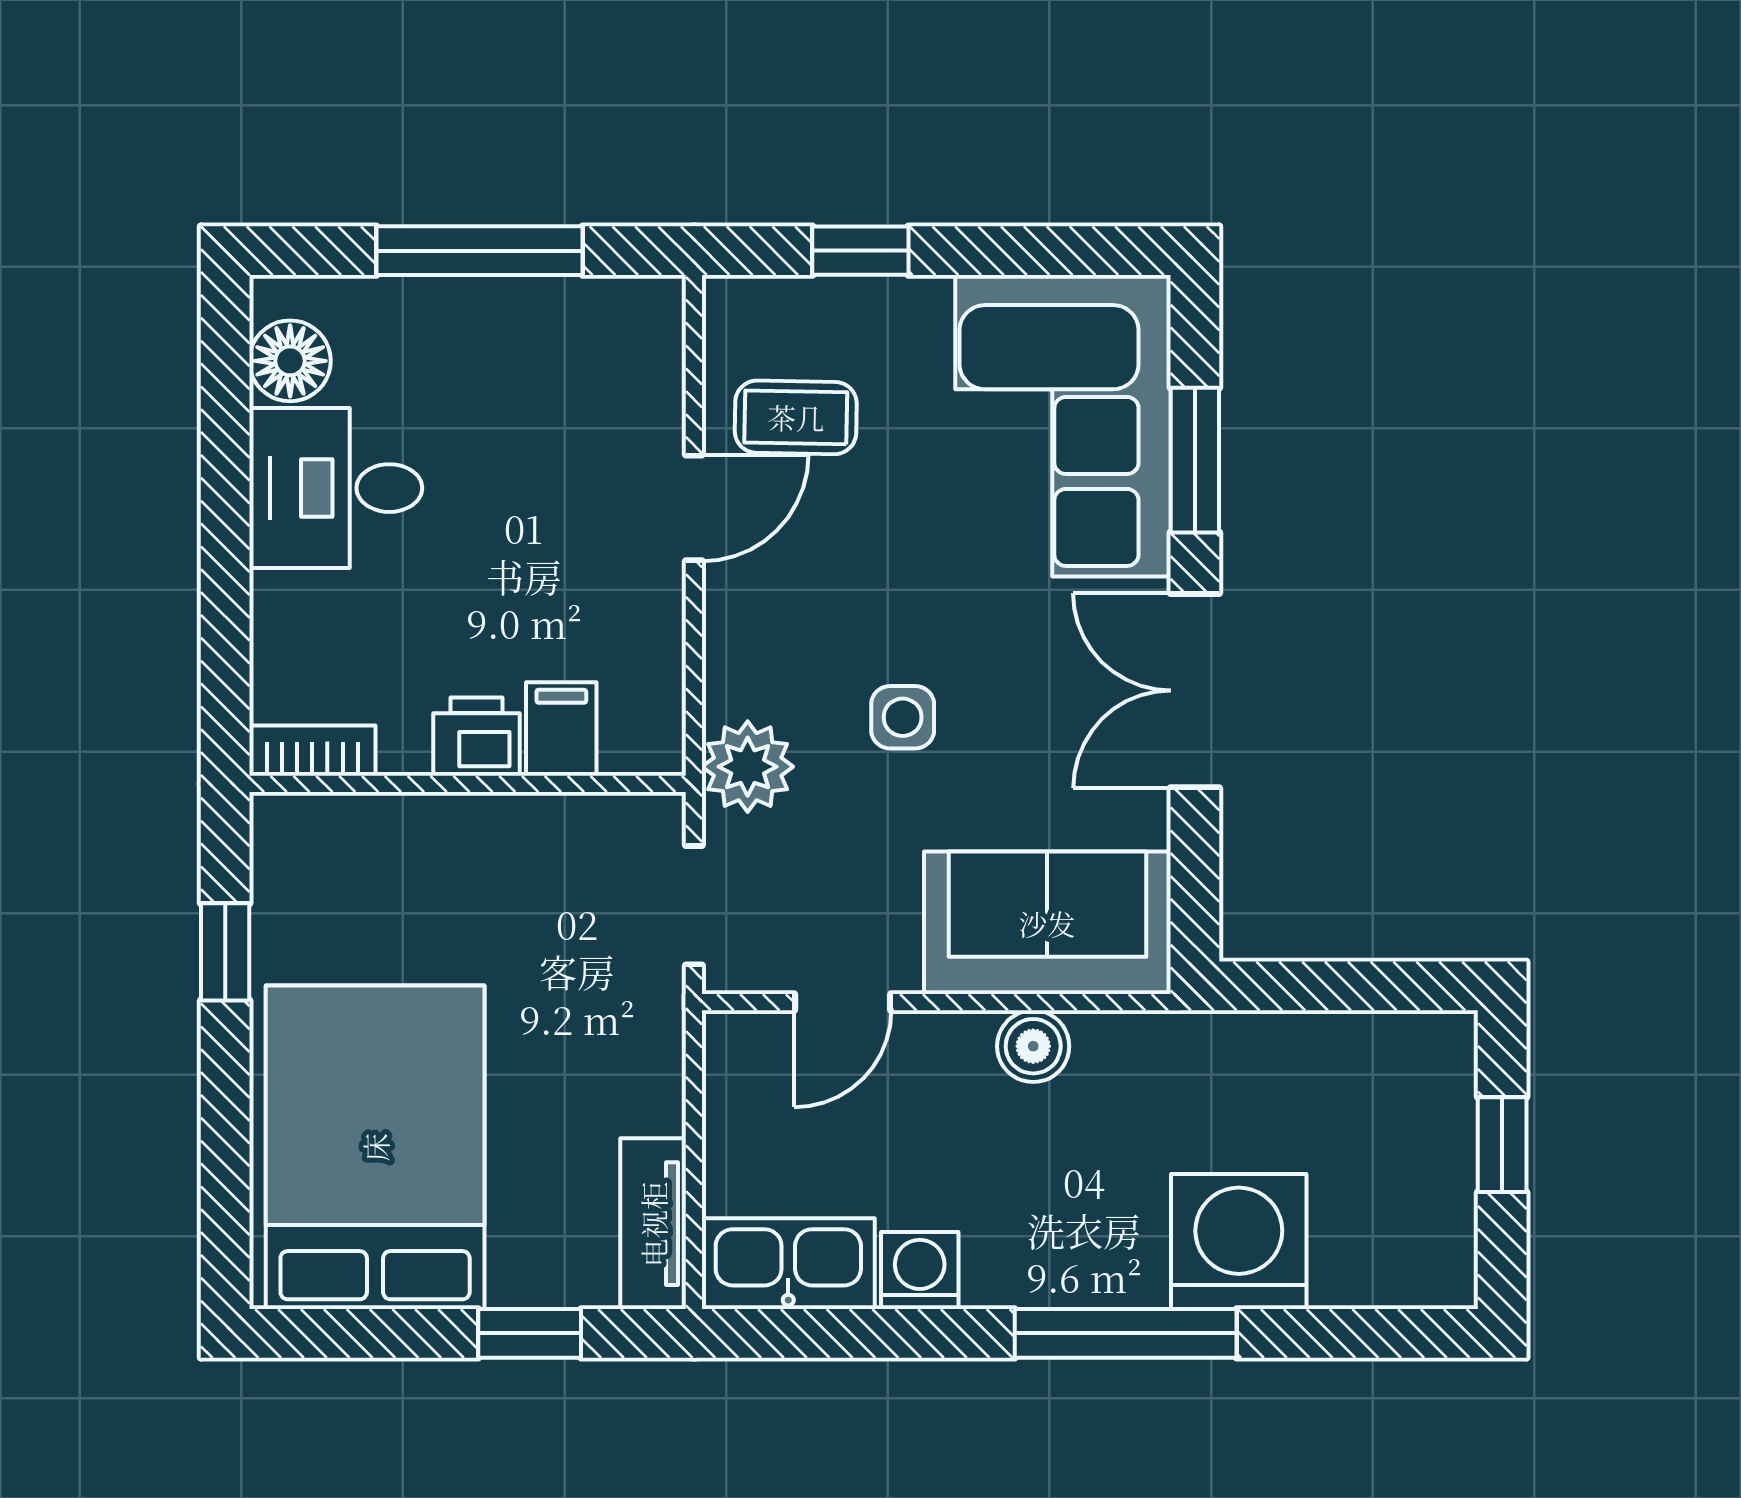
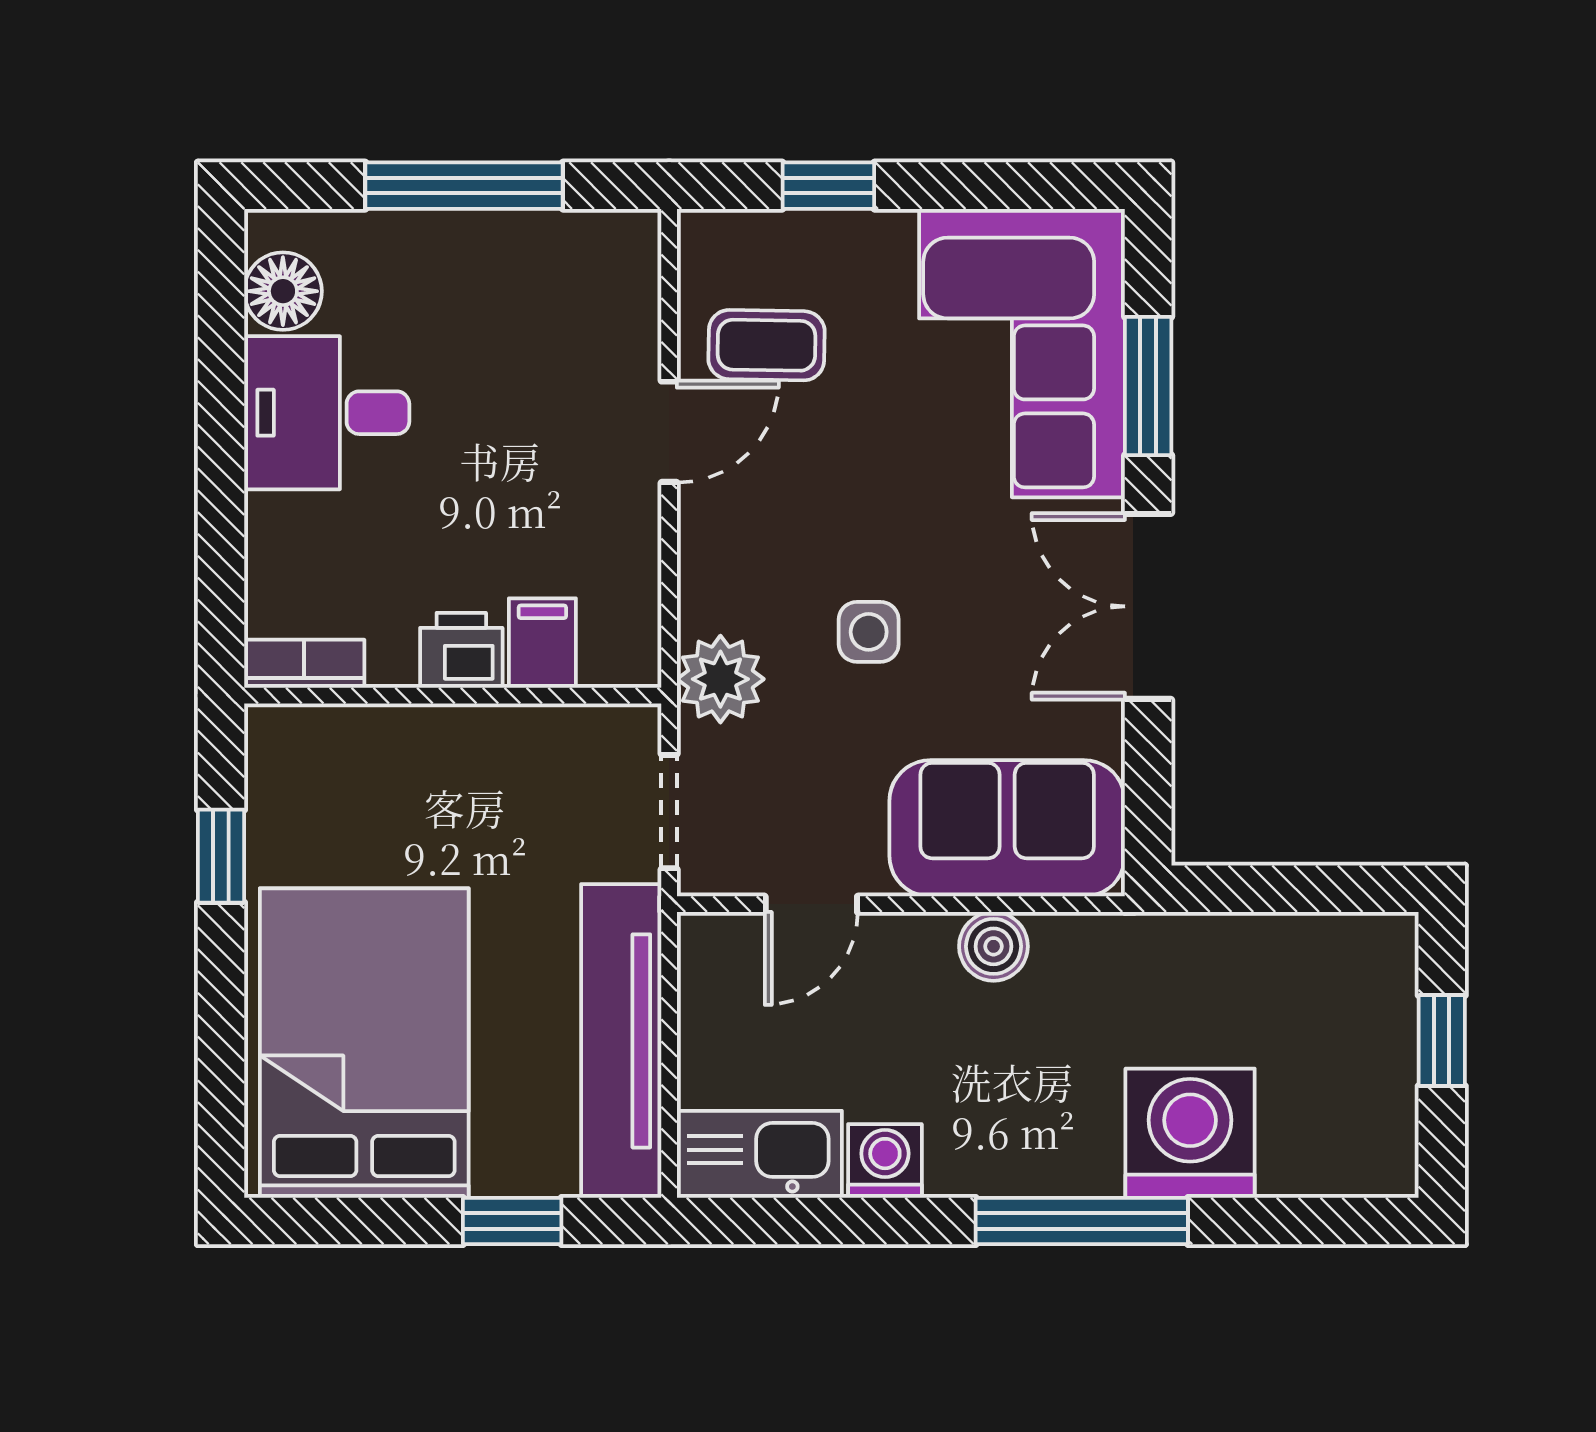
tv unit: (653, 1224) -> (621, 1041), width x1.92, depth x1.29

